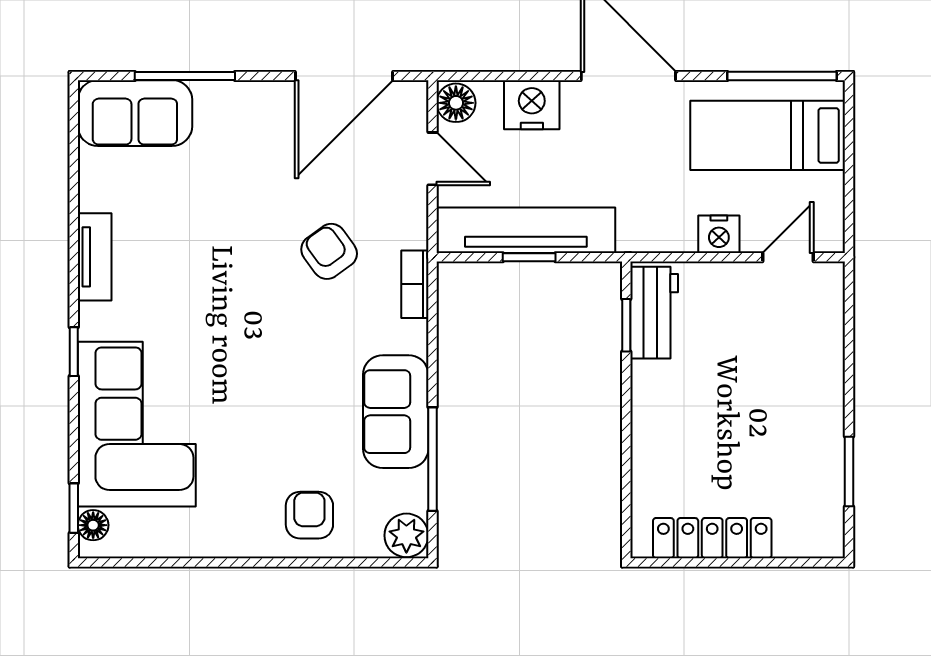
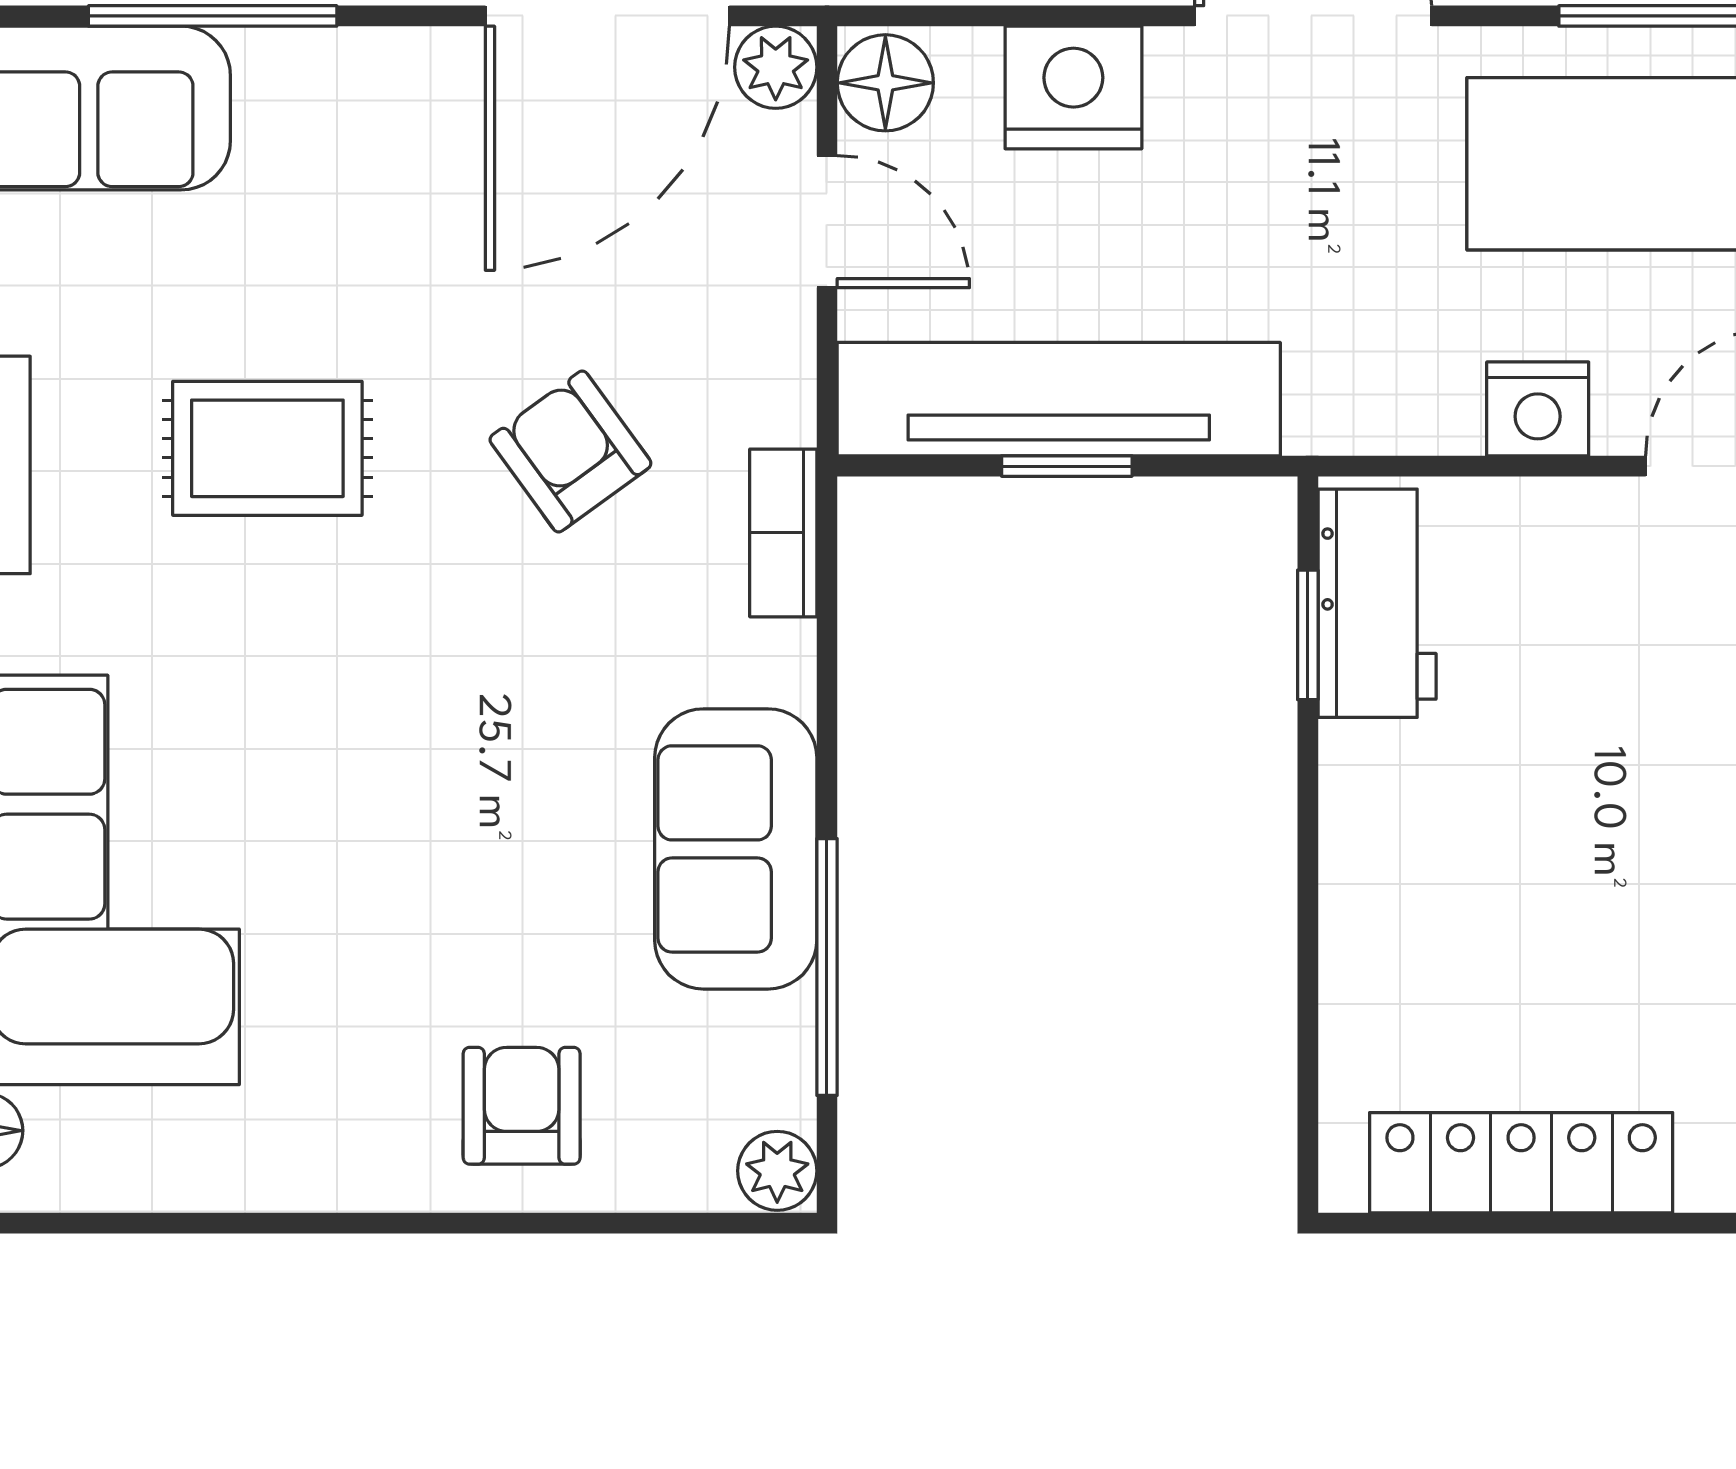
plant: (412, 97) -> (776, 67), added
rug: (207, 250) -> (267, 448), added
plant: (406, 535) -> (777, 1171), width x0.73, depth x0.73

